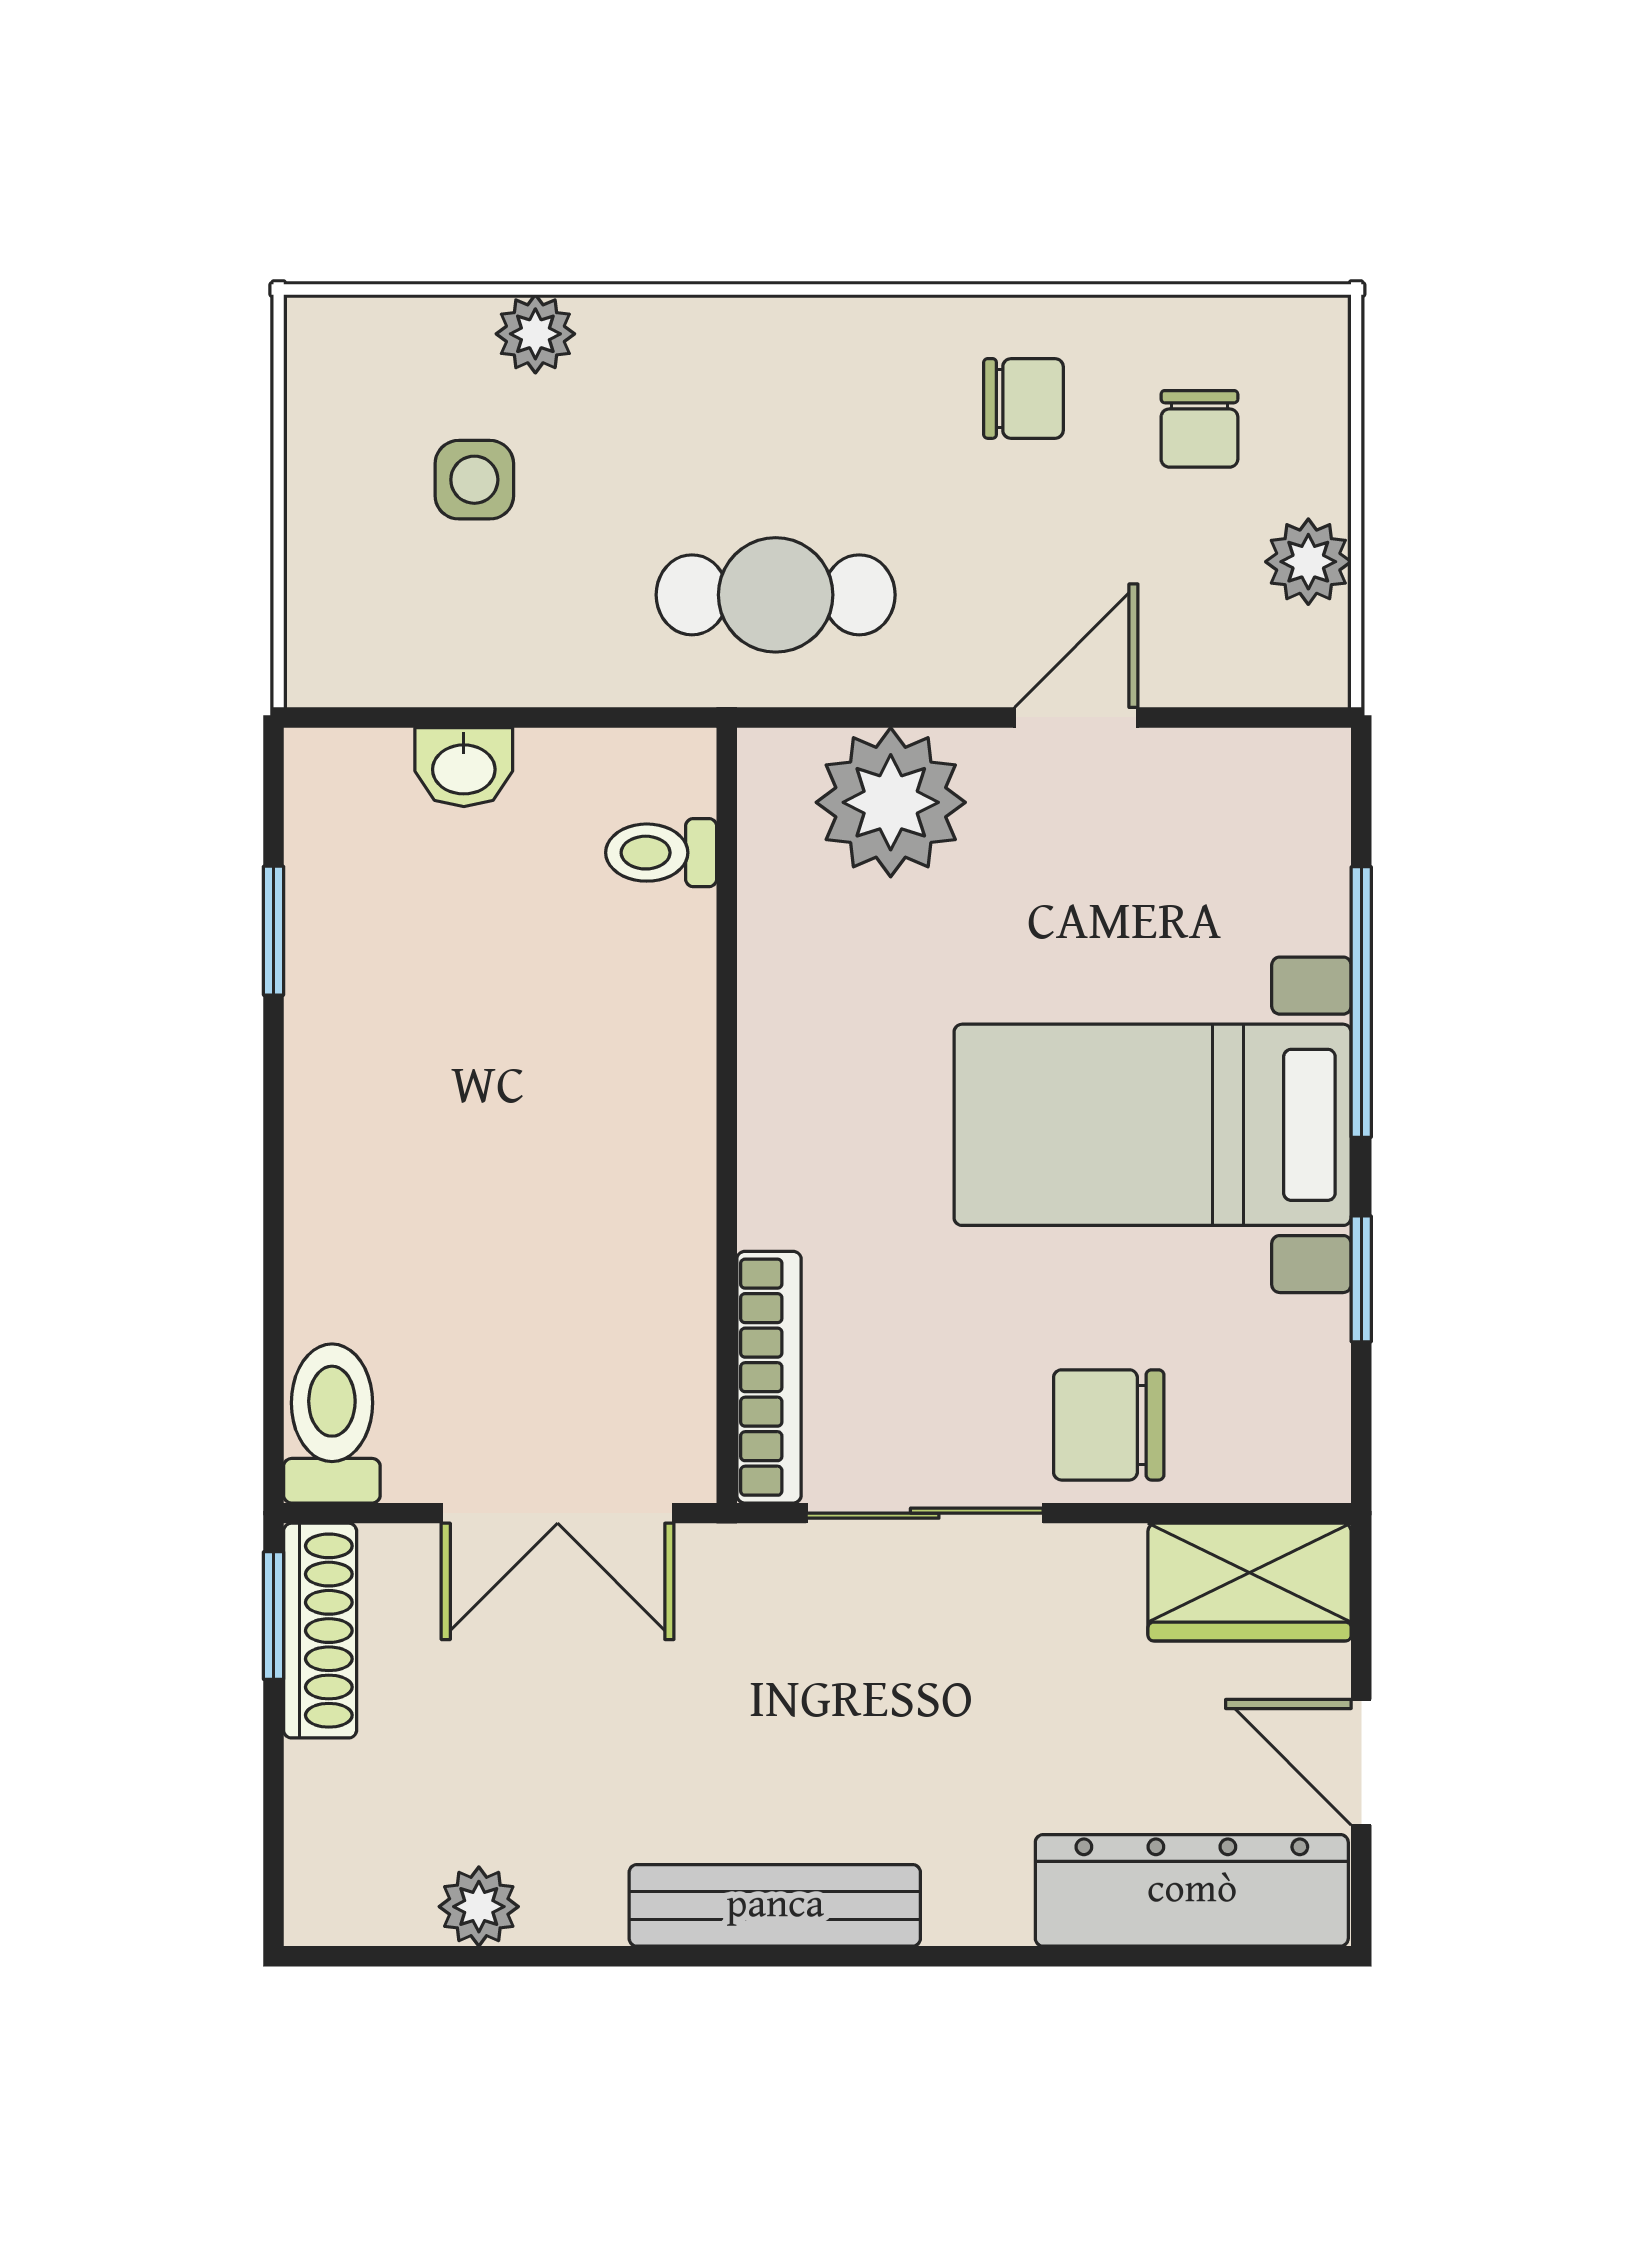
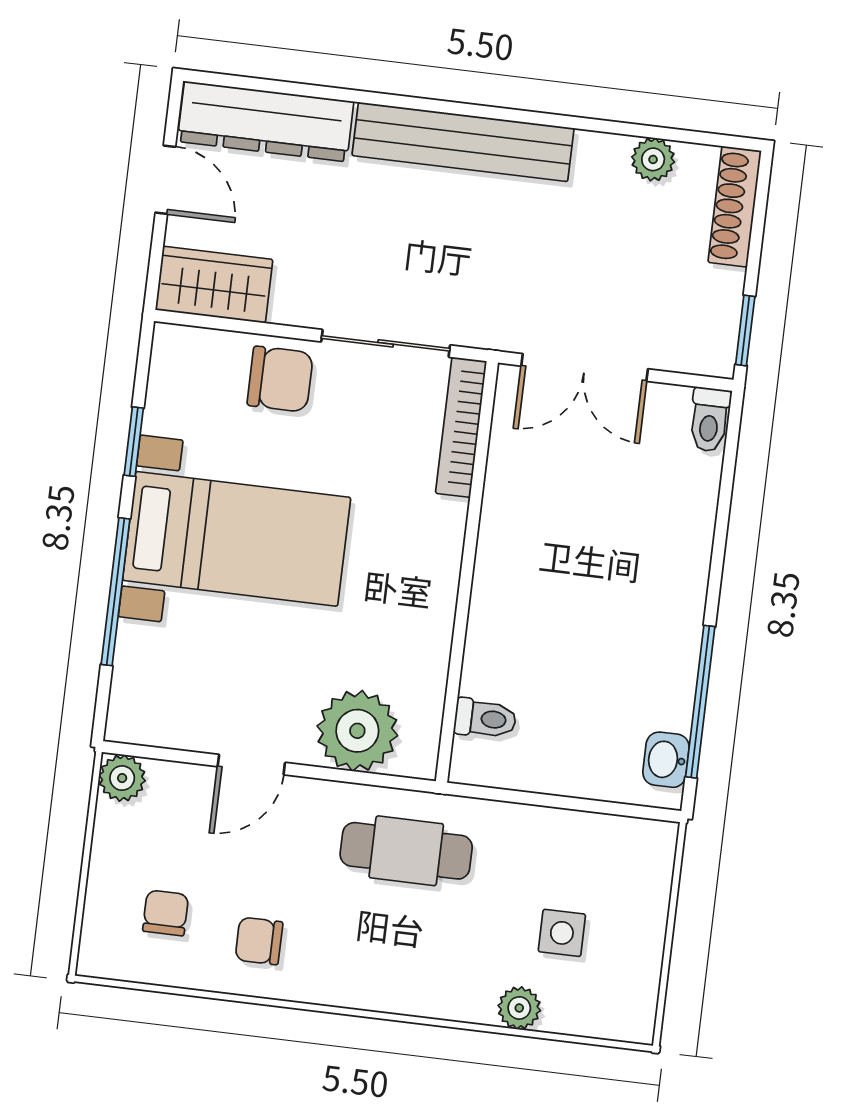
plant: (1308, 562) -> (122, 778), moved
washbasin: (464, 767) -> (666, 760), moved, turned -90
window: (274, 931) -> (700, 702), width x2.17
toilet: (332, 1423) -> (710, 420), width x0.73, depth x0.72
double door: (558, 1513) -> (585, 367), swing flipped
shoe rack: (320, 1631) -> (735, 207), moved
bench: (775, 1905) -> (463, 142), width x1.37, depth x1.21

